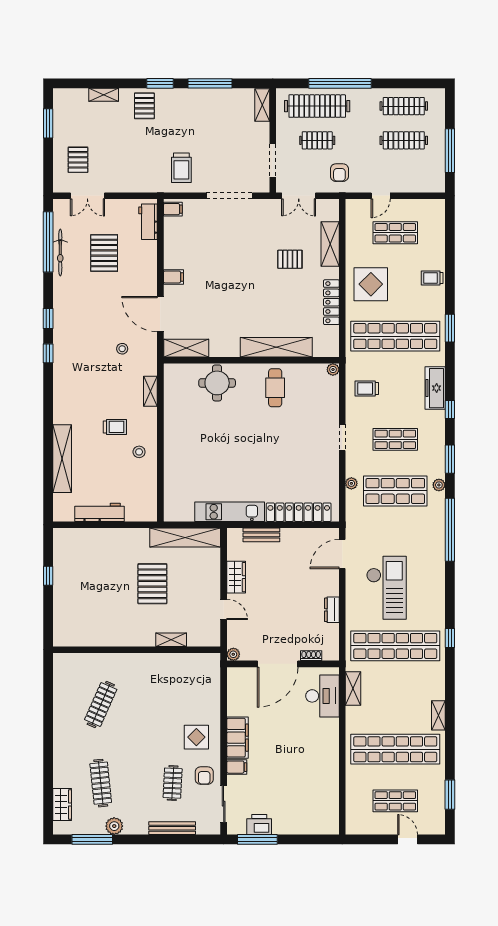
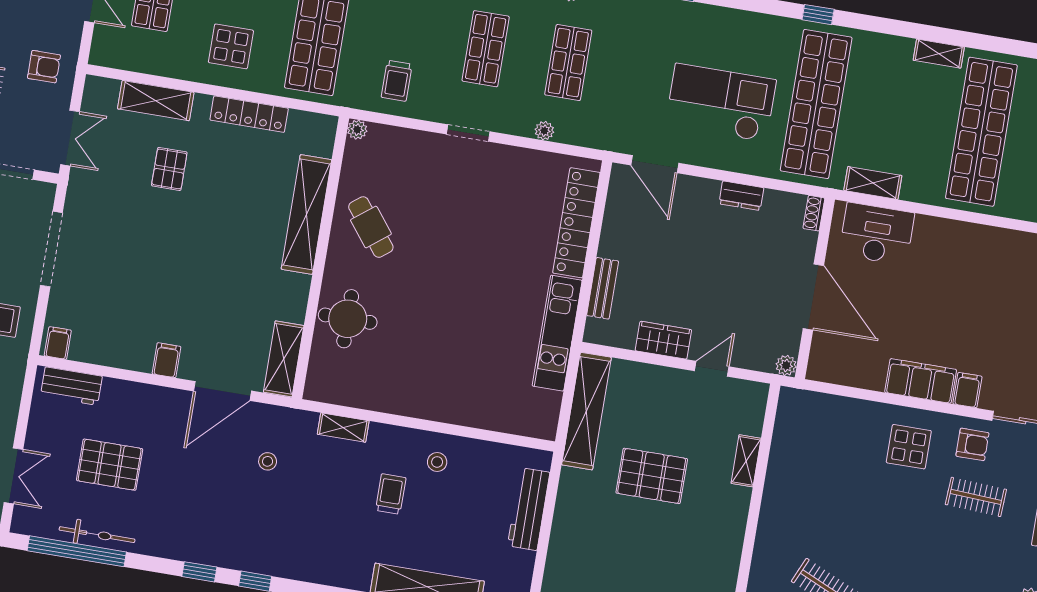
display table: (371, 284) -> (231, 46), width x0.73, depth x0.73
cafe table: (275, 388) -> (371, 227), turned 52
shop shelf: (395, 491) -> (568, 63), width x0.70, depth x0.74
workbench: (99, 512) -> (529, 509), moved
shoe rack: (311, 656) -> (814, 213), moved

